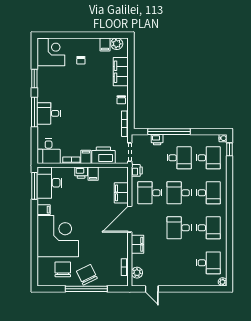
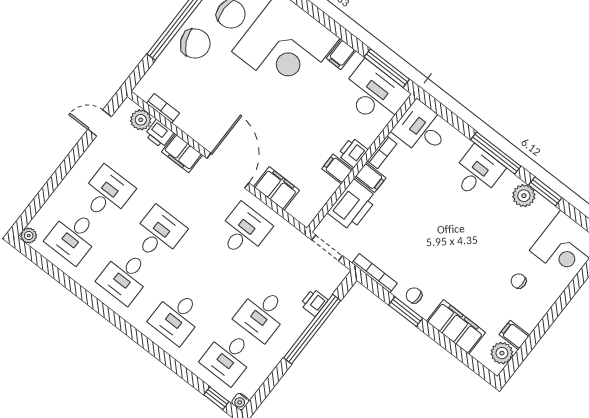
plant: (43, 86) -> (524, 196), added
window: (131, 98) -> (406, 312), added
printer: (137, 170) -> (159, 134), moved
desk: (179, 193) -> (107, 193), moved

